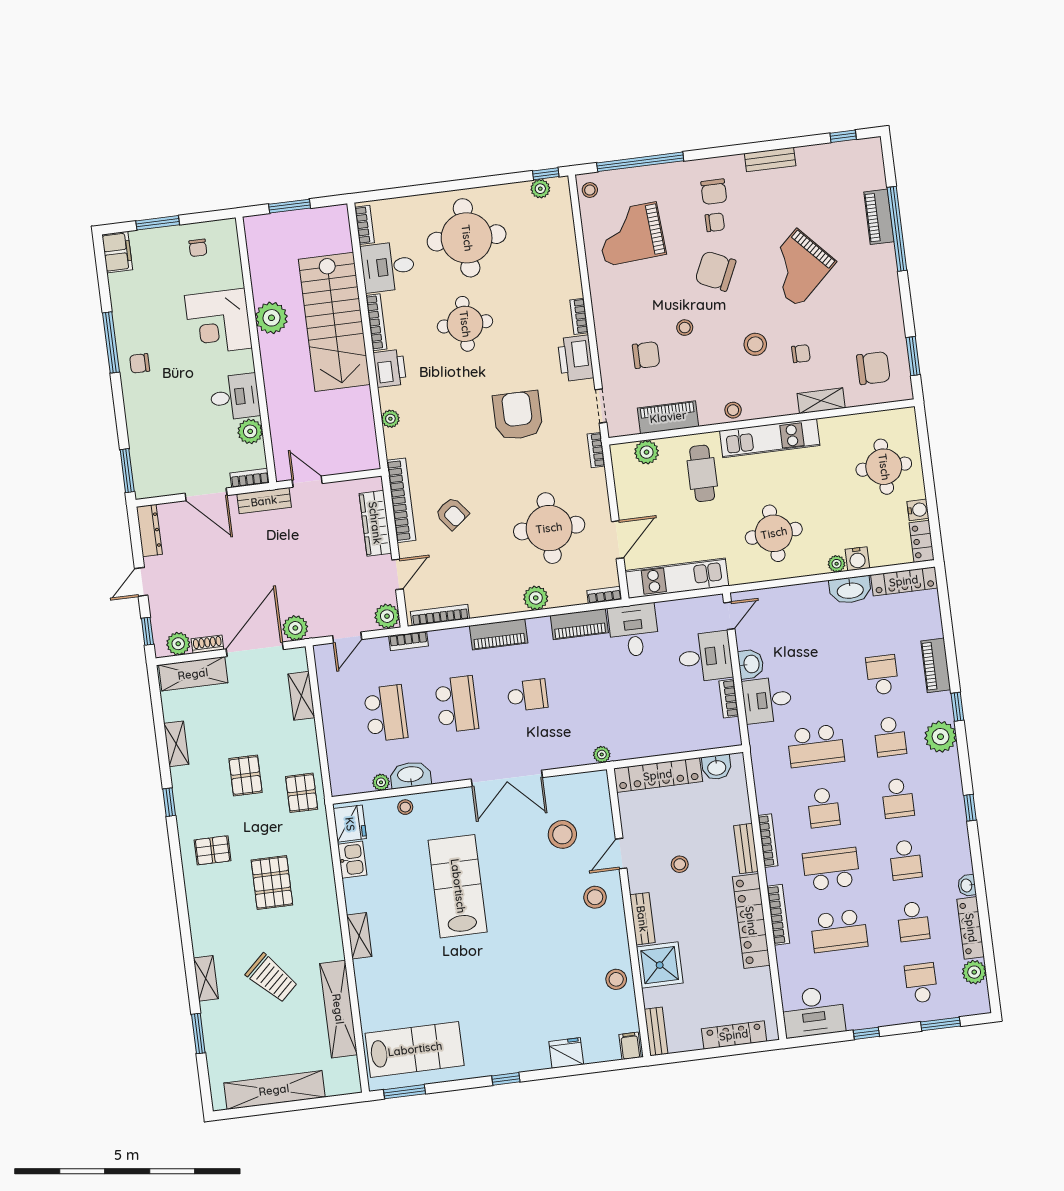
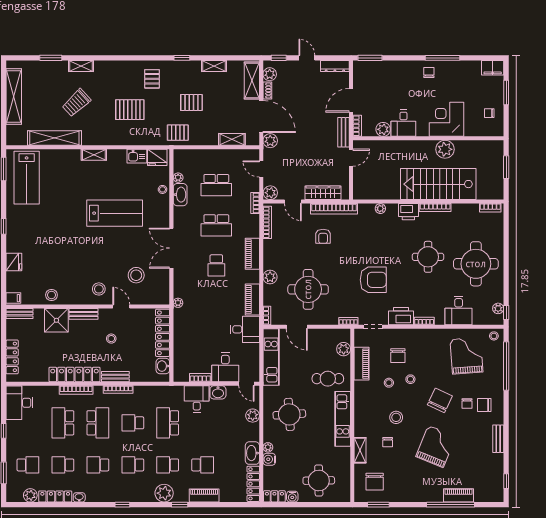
desk: (388, 267) -> (459, 311), moved, turned 180
grand piano: (798, 268) -> (436, 446), turned 65
stool: (733, 410) -> (389, 383), moved
armchair: (452, 514) -> (323, 236), turned -52
plant: (784, 598) -> (253, 416), added

